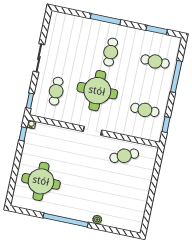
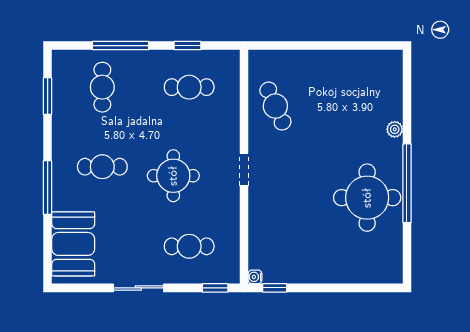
booth: (71, 27) -> (73, 244), added
round table: (97, 91) -> (173, 176), width x0.73, depth x0.73
cafe table: (145, 110) -> (189, 87), turned 90
window: (166, 125) -> (187, 46), moved
round table: (41, 181) -> (367, 198), moved

